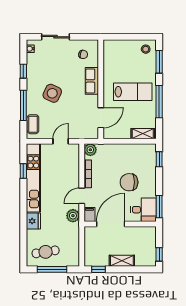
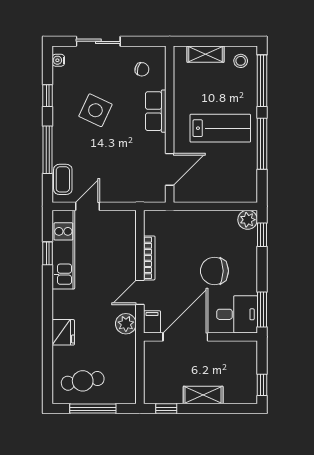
window: (159, 62) -> (262, 81), width x1.44
side table: (52, 93) -> (95, 110), moved
shelving: (143, 134) -> (206, 54), moved
door: (61, 141) -> (87, 206), moved
plant: (90, 150) -> (248, 220), moved
kitchen unit: (33, 178) -> (63, 250), width x0.73

